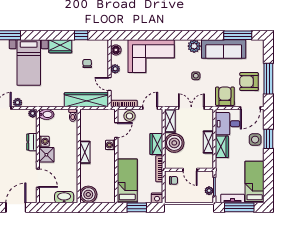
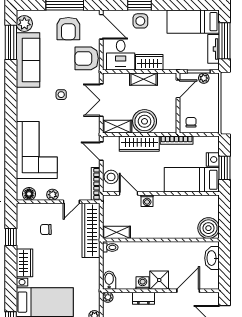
plant: (194, 46) -> (24, 24), moved
wardrobe: (156, 144) -> (139, 144), width x1.50
shelving: (85, 152) -> (116, 232), moved
door: (190, 170) -> (178, 89), moved
nightstand: (157, 198) -> (213, 160), moved

